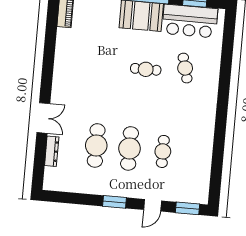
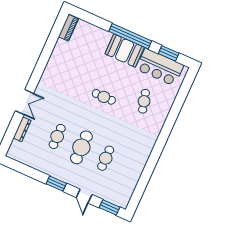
cafe table: (146, 69) -> (104, 97), moved
cafe table: (96, 145) -> (57, 136), width x0.73, depth x0.74
door: (153, 205) -> (84, 196), hinge flipped

